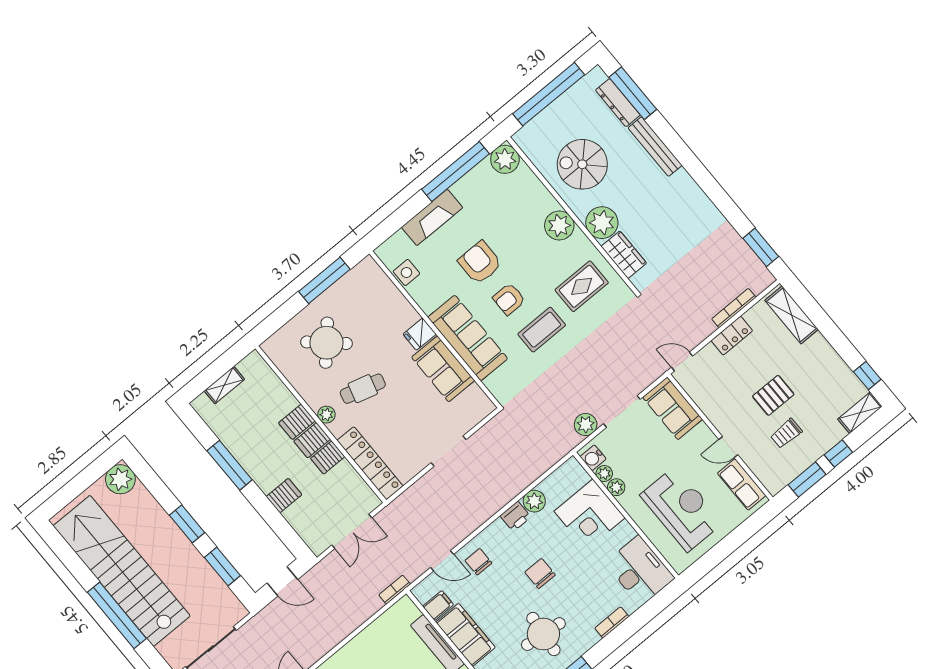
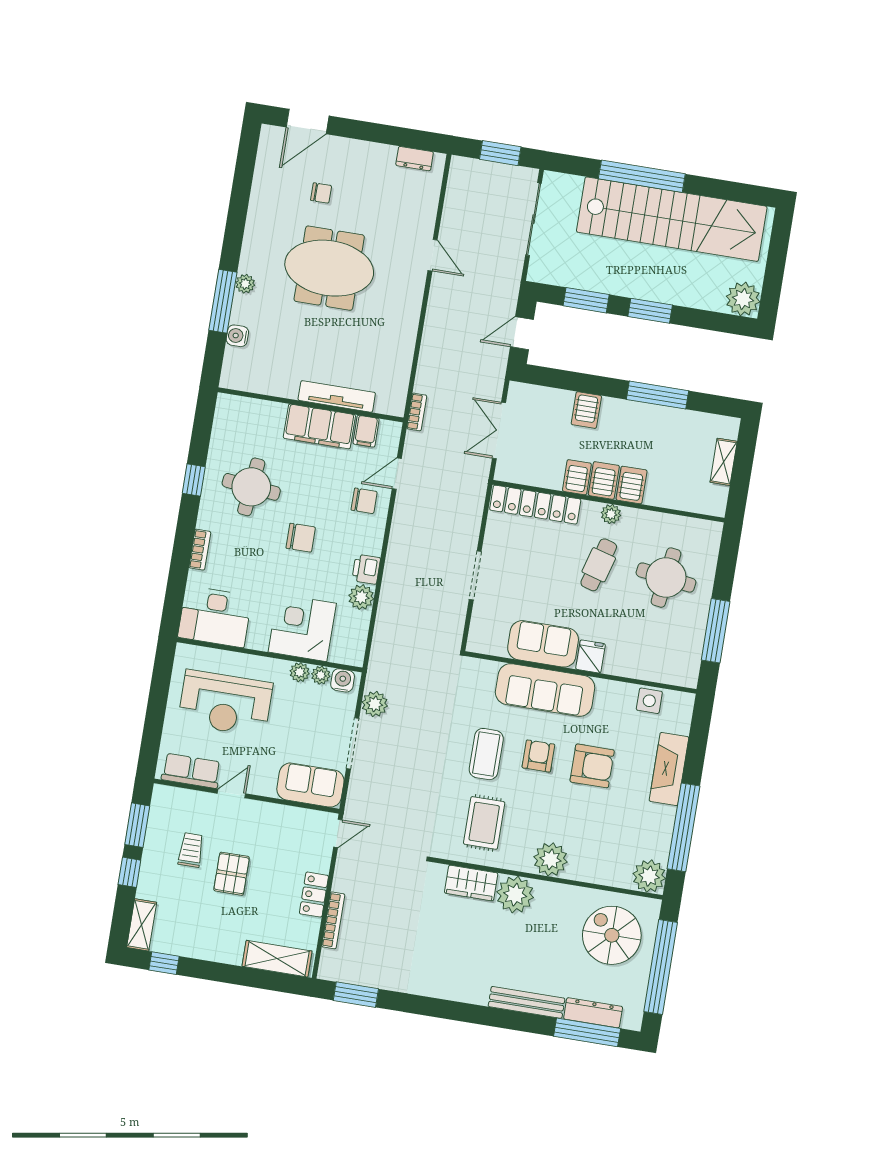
spiral stairs: (582, 164) -> (612, 935), moved, turned -90
round table: (326, 343) -> (666, 578), turned -34

